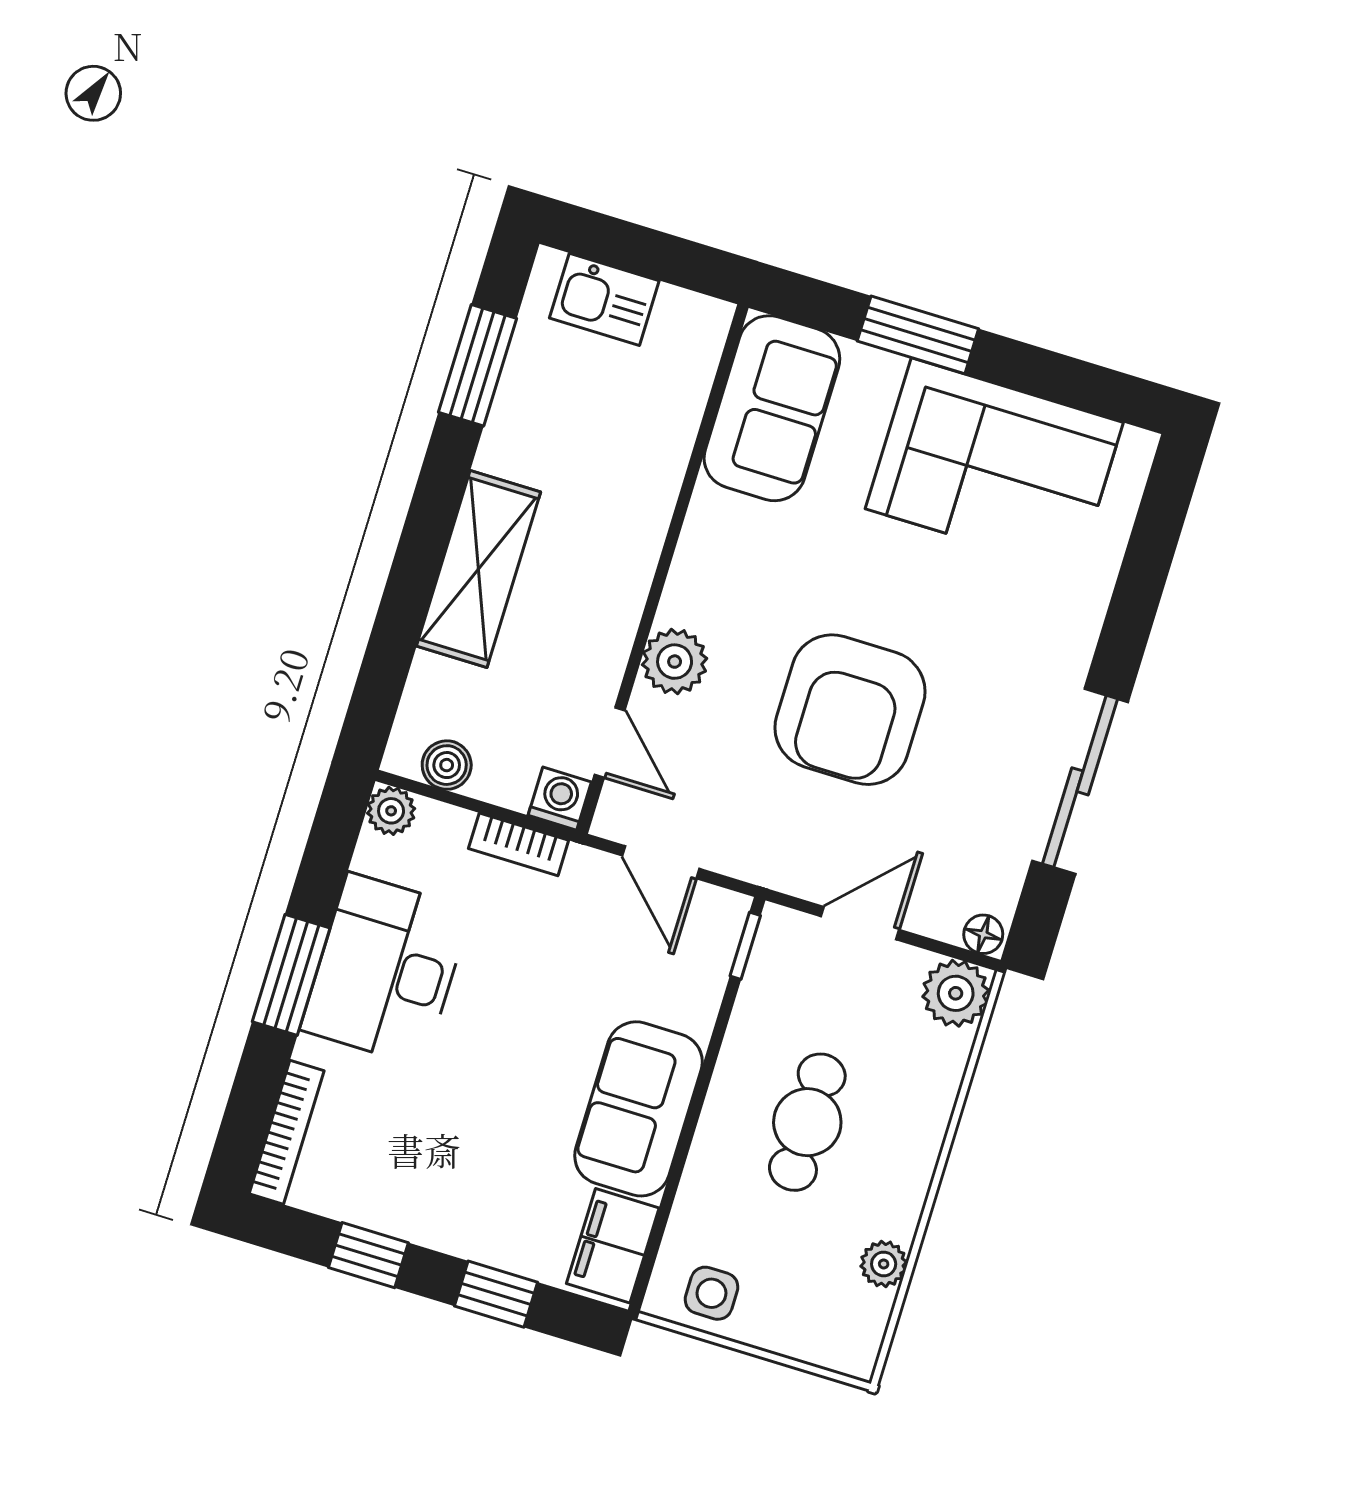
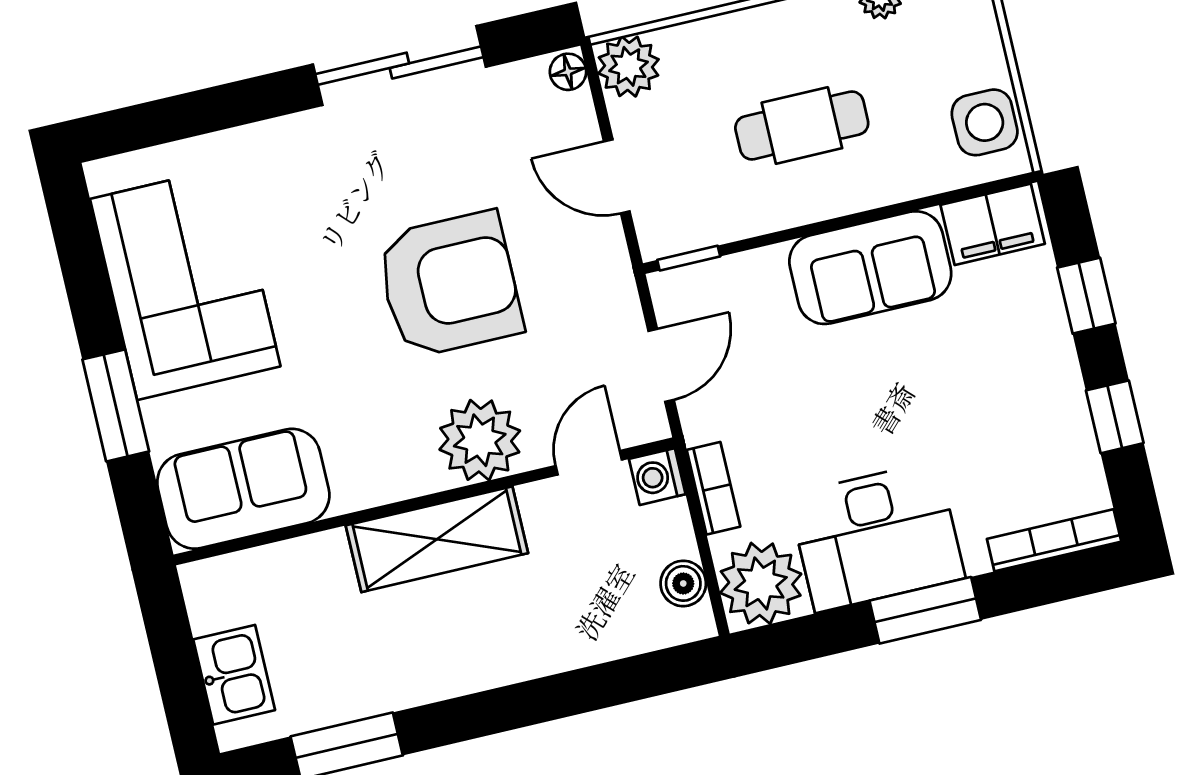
shelving: (479, 569) -> (437, 539), moved
plant: (675, 662) -> (480, 440), width x1.36, depth x1.36
plant: (391, 811) -> (761, 583), width x1.87, depth x1.87
side table: (712, 1293) -> (985, 122), width x1.37, depth x1.37

